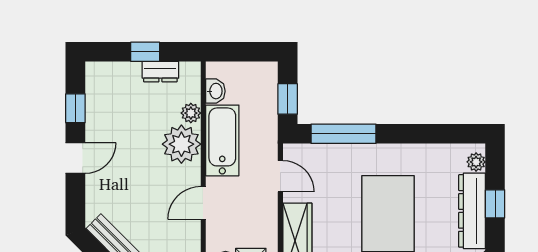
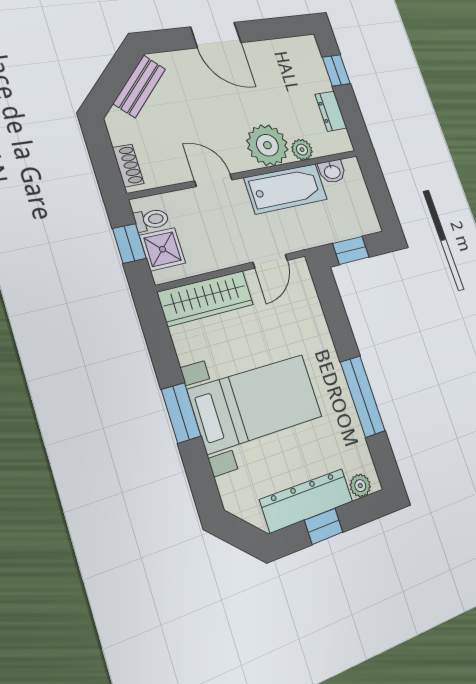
window: (145, 52) -> (336, 70), moved
window: (75, 108) -> (266, 29), removed
window: (343, 134) -> (363, 396), moved
door: (75, 158) -> (216, 35), width x1.38

